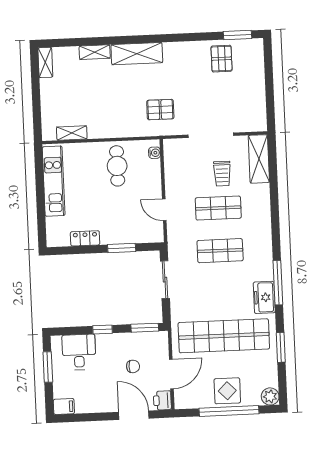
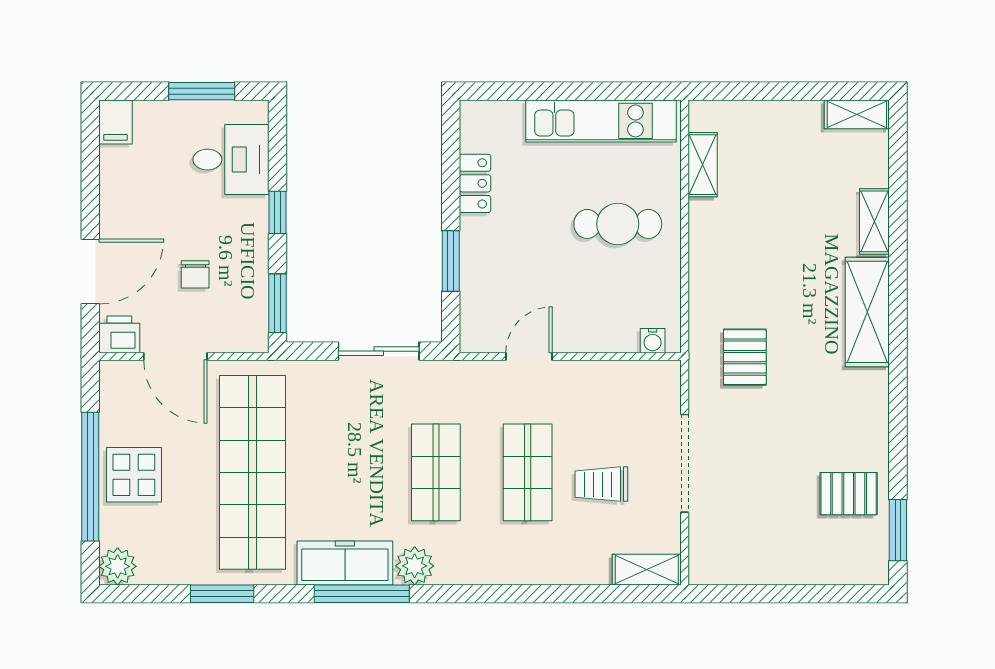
shelving: (259, 159) -> (647, 570), width x0.67, depth x0.75
cafe table: (117, 166) -> (618, 224), moved
plant: (264, 259) -> (415, 566), added
freezer: (264, 297) -> (345, 563), width x1.40

